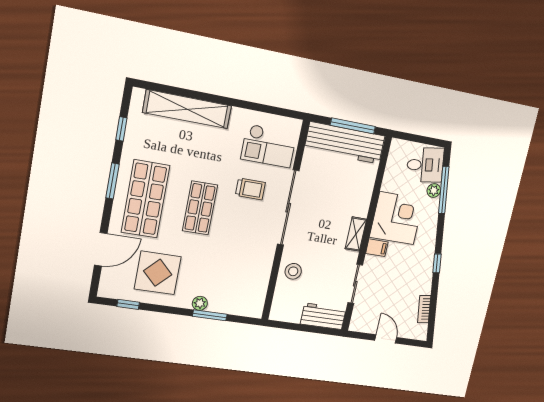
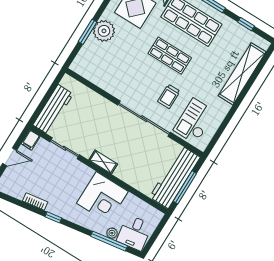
filing cabinet: (377, 248) -> (31, 140), moved
stool: (293, 271) -> (95, 105), removed
plant: (200, 303) -> (104, 31), width x1.88, depth x1.88
bookcase: (424, 309) -> (35, 201), moved
workbench: (323, 316) -> (53, 109), width x1.38

